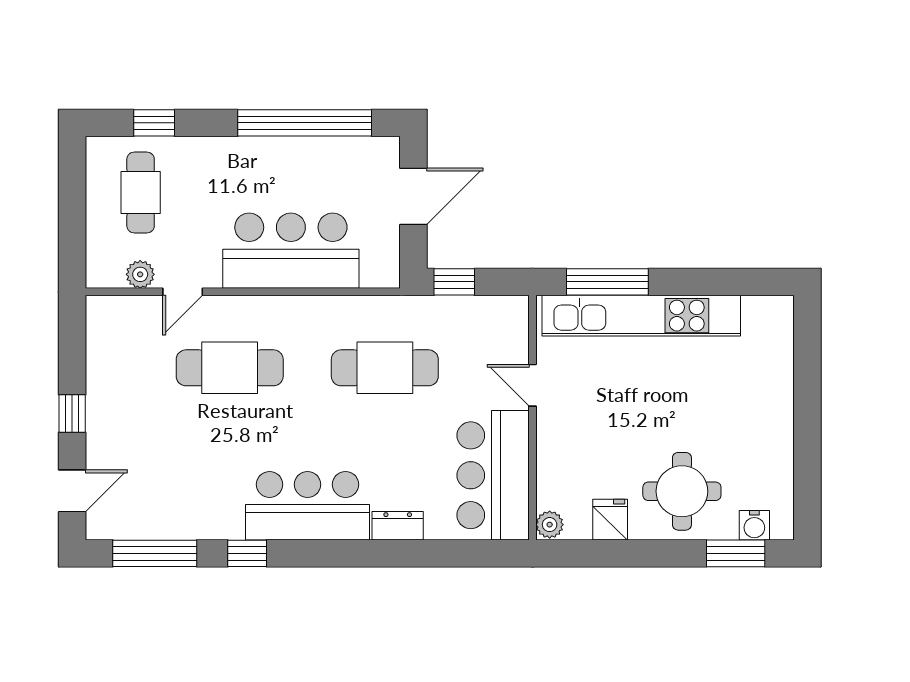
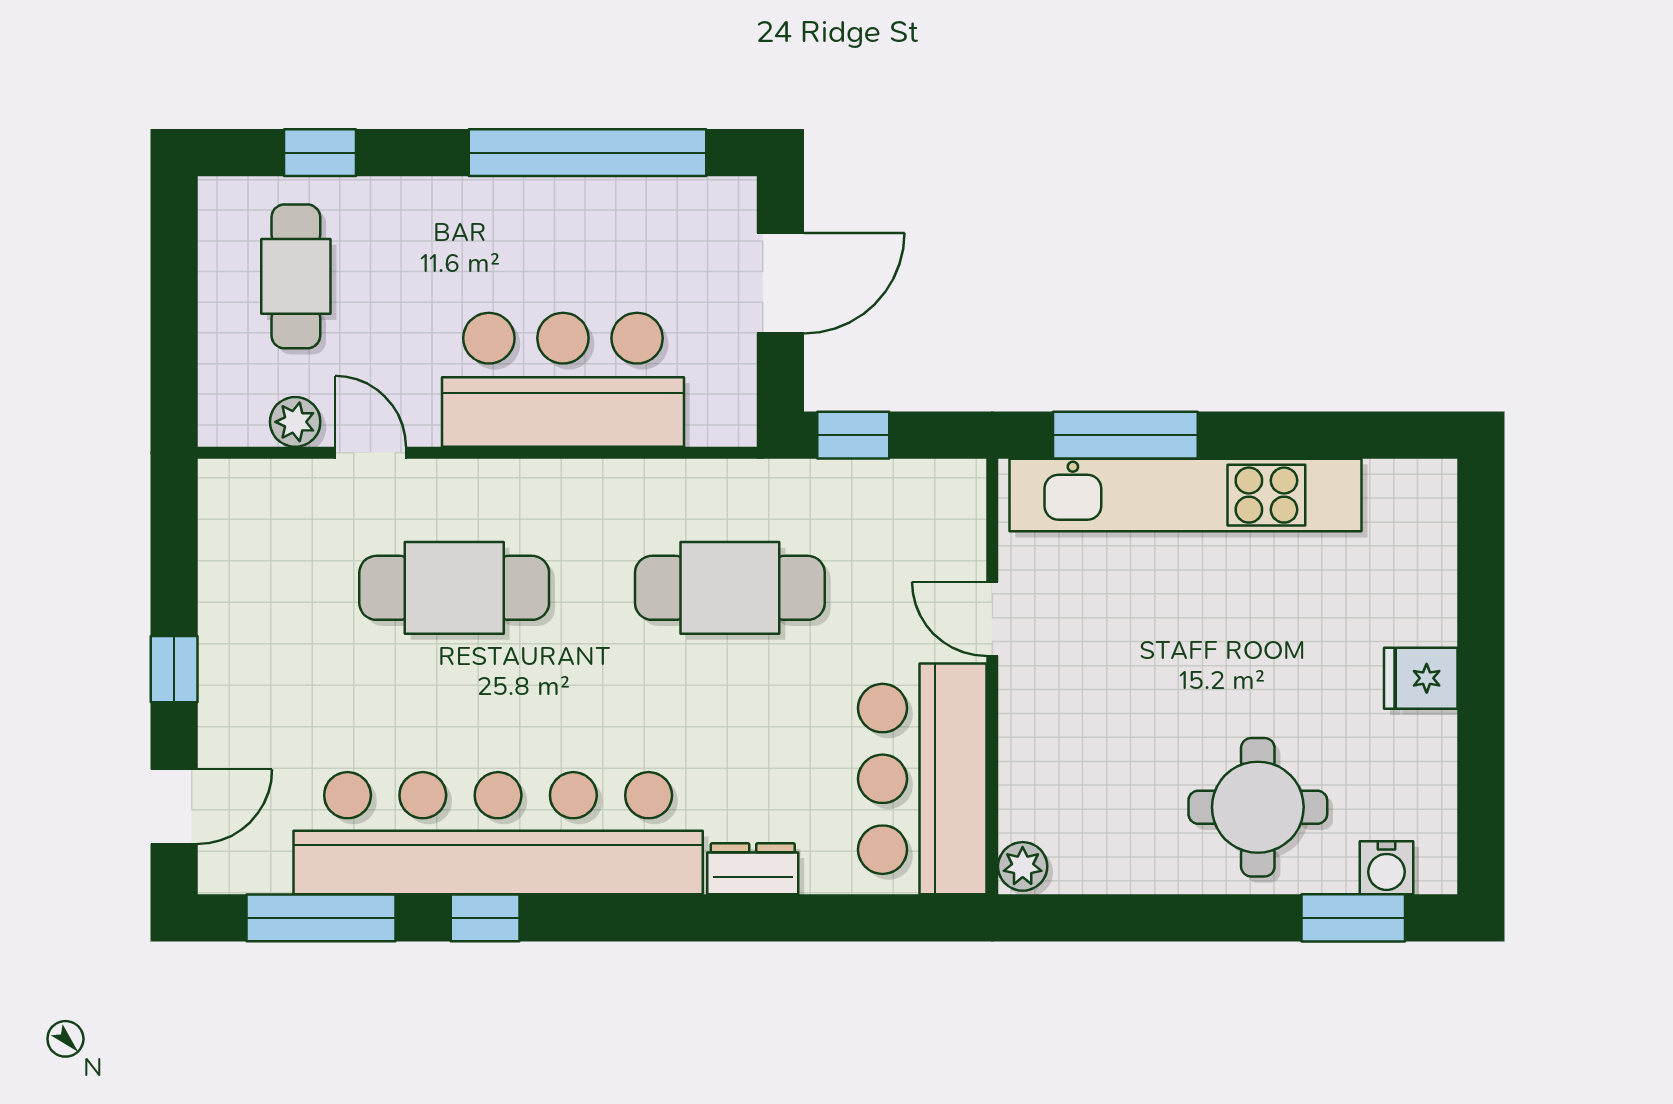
door: (183, 292) -> (371, 453), swing flipped
bar counter: (308, 506) -> (498, 833), width x1.86
fridge: (610, 520) -> (1421, 678), moved, turned -90

